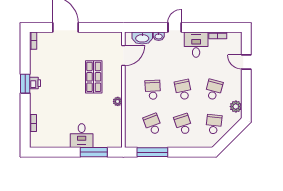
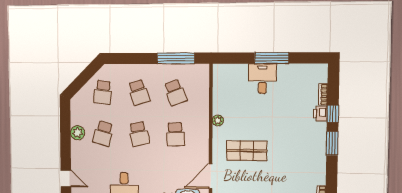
door: (246, 62) -> (66, 178), moved
shop shelf: (94, 77) -> (247, 151), turned 90
printer: (35, 83) -> (320, 114), moved
plant: (236, 107) -> (77, 133), moved
window: (25, 108) -> (333, 114), added
window: (94, 152) -> (272, 58), moved

